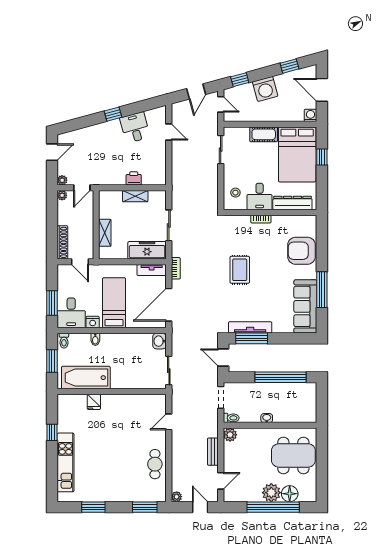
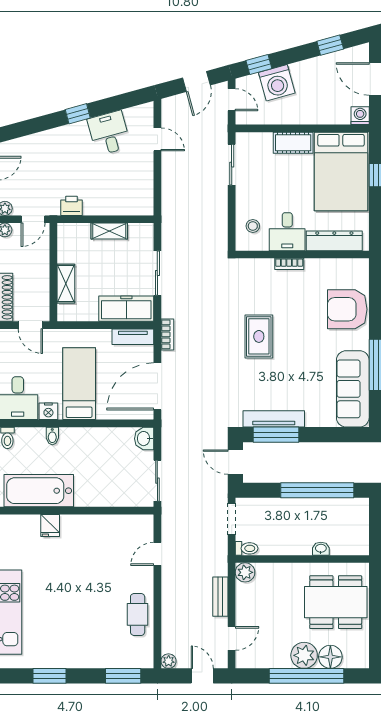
washing machine: (265, 89) -> (277, 83), moved
printer: (134, 178) -> (72, 206), moved
washbasin: (267, 418) -> (321, 549), moved

